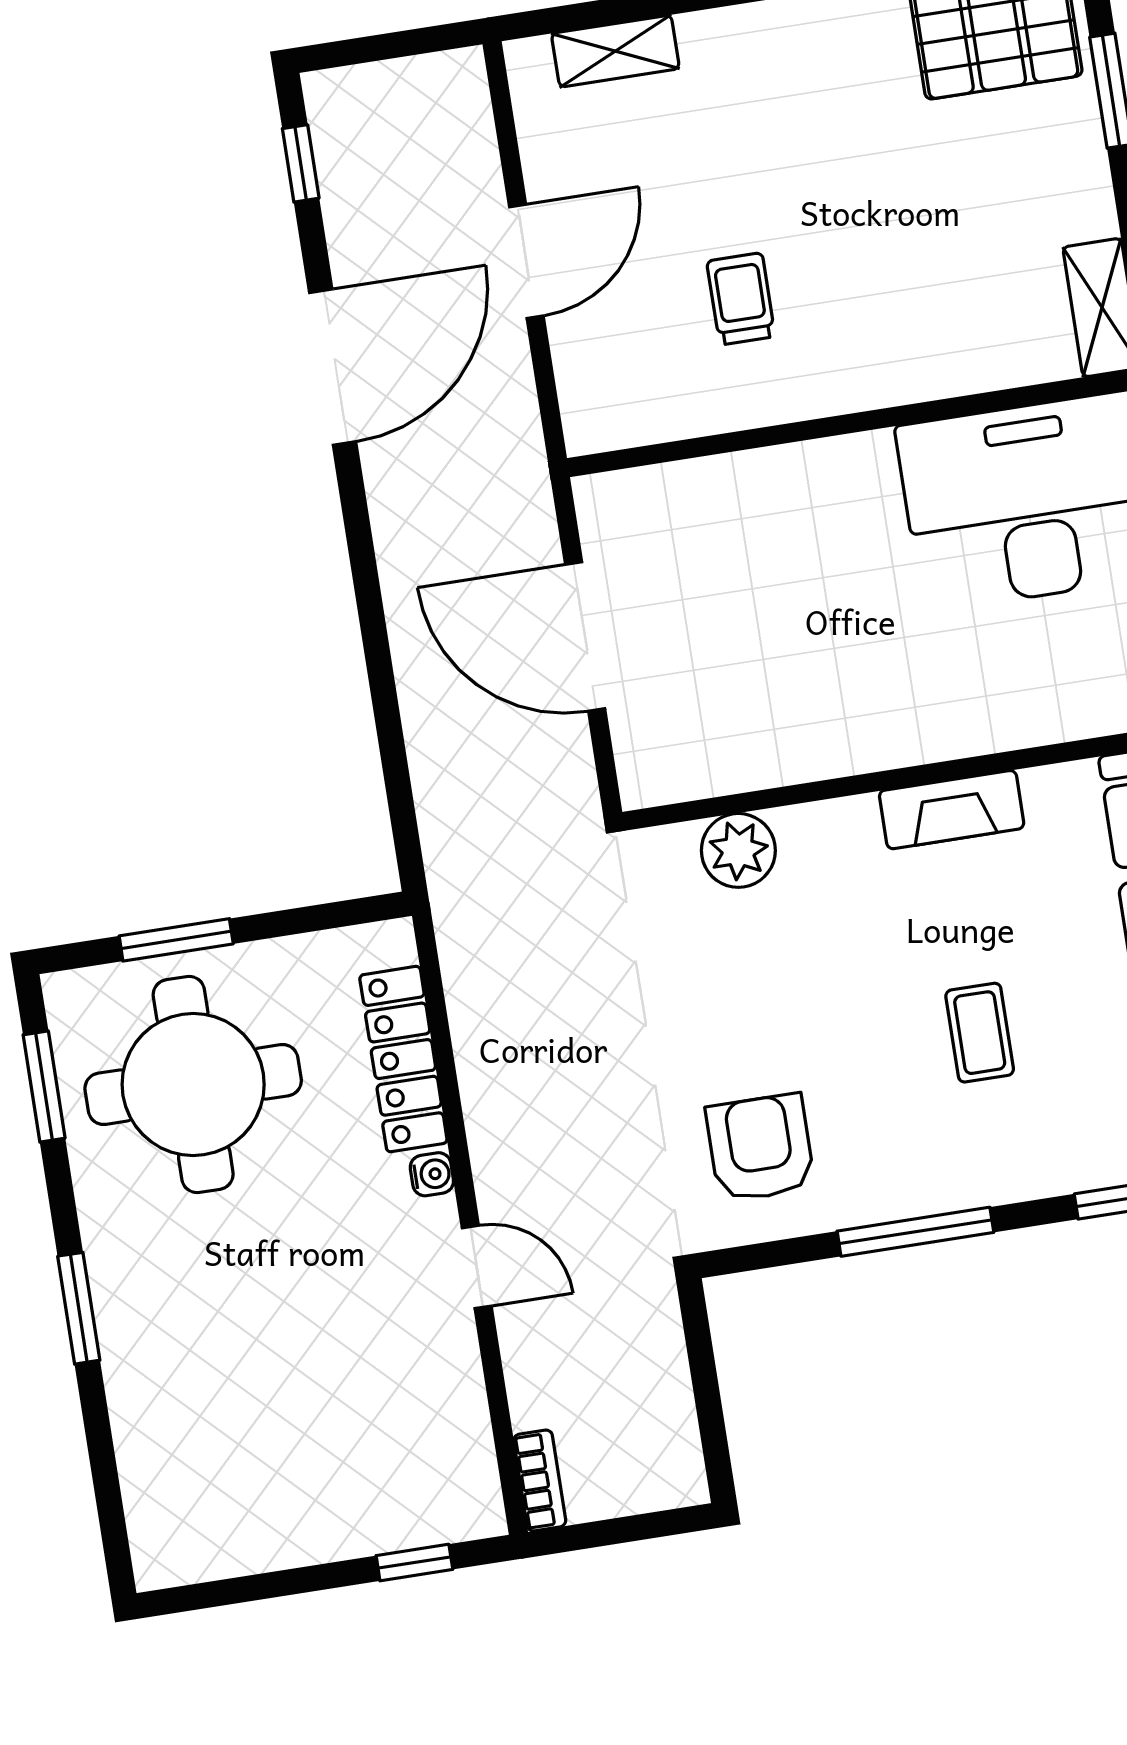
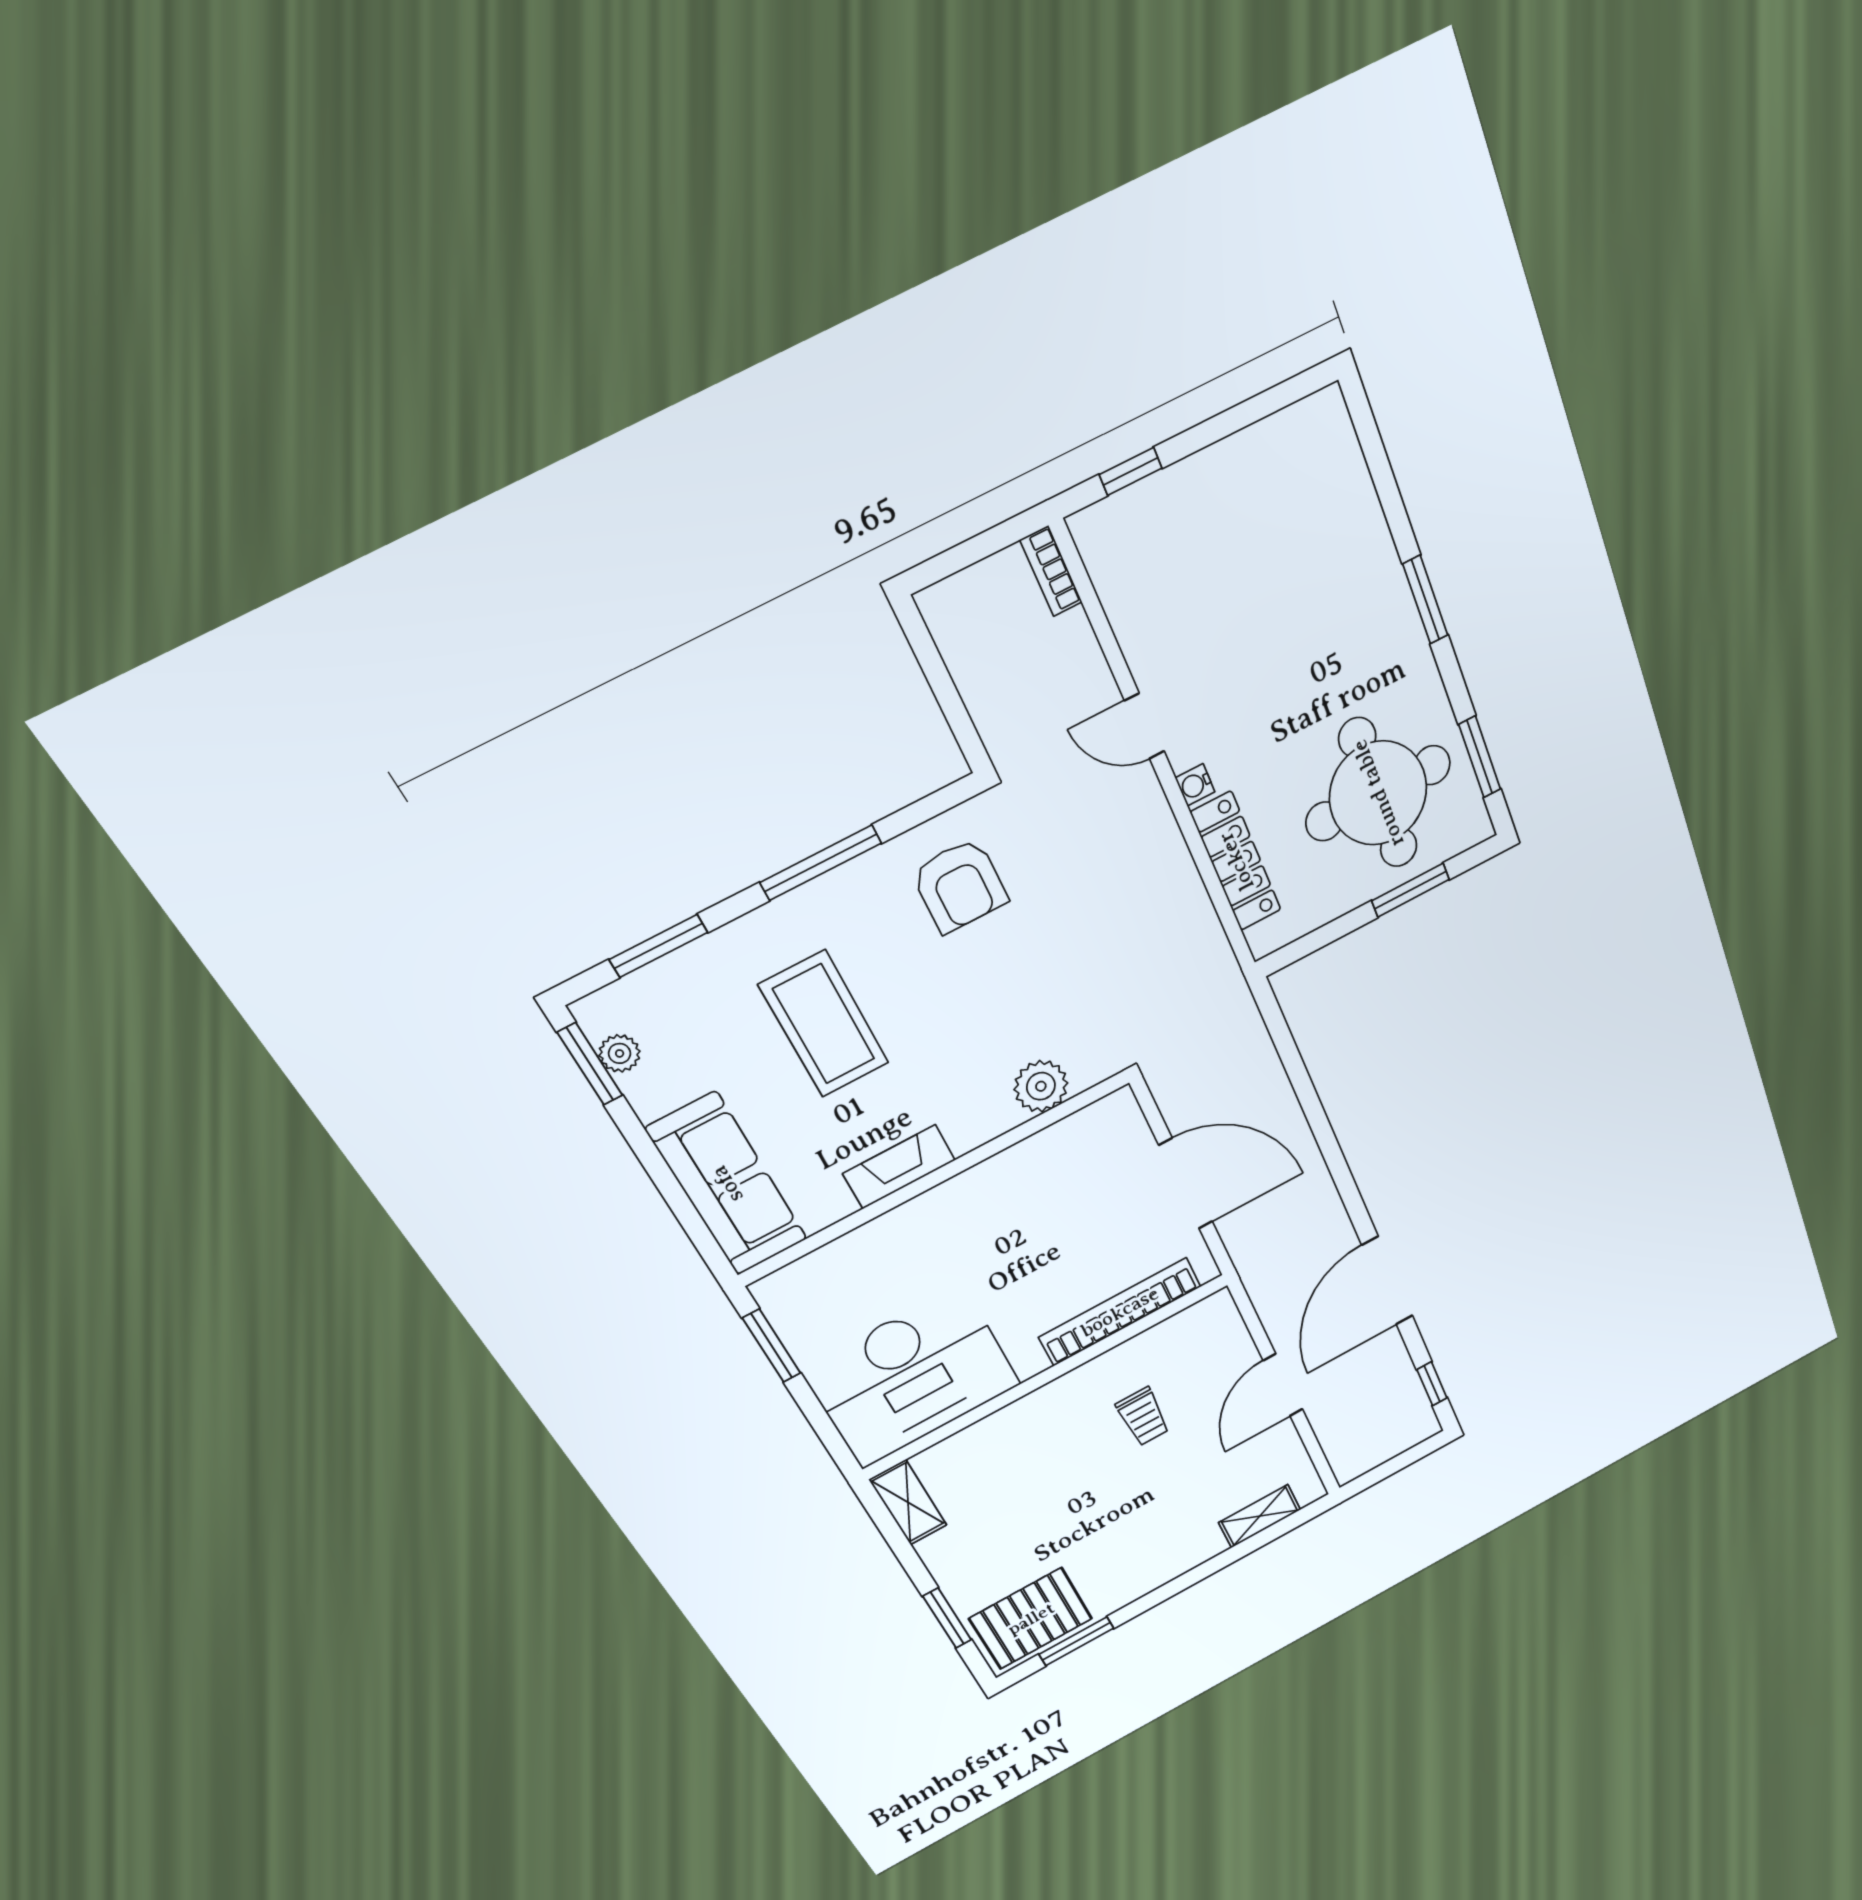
bookcase: (727, 480) -> (1120, 1312), added
coffee table: (980, 1033) -> (824, 1024), width x1.86, depth x1.72

